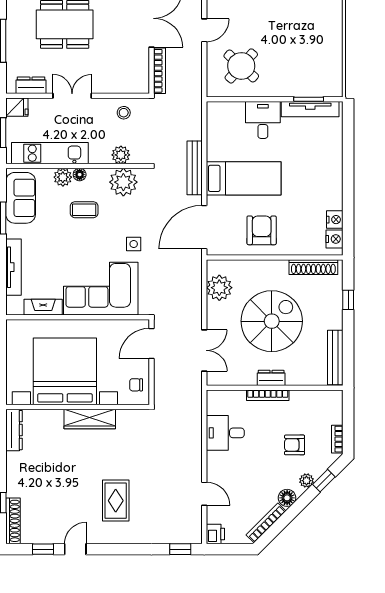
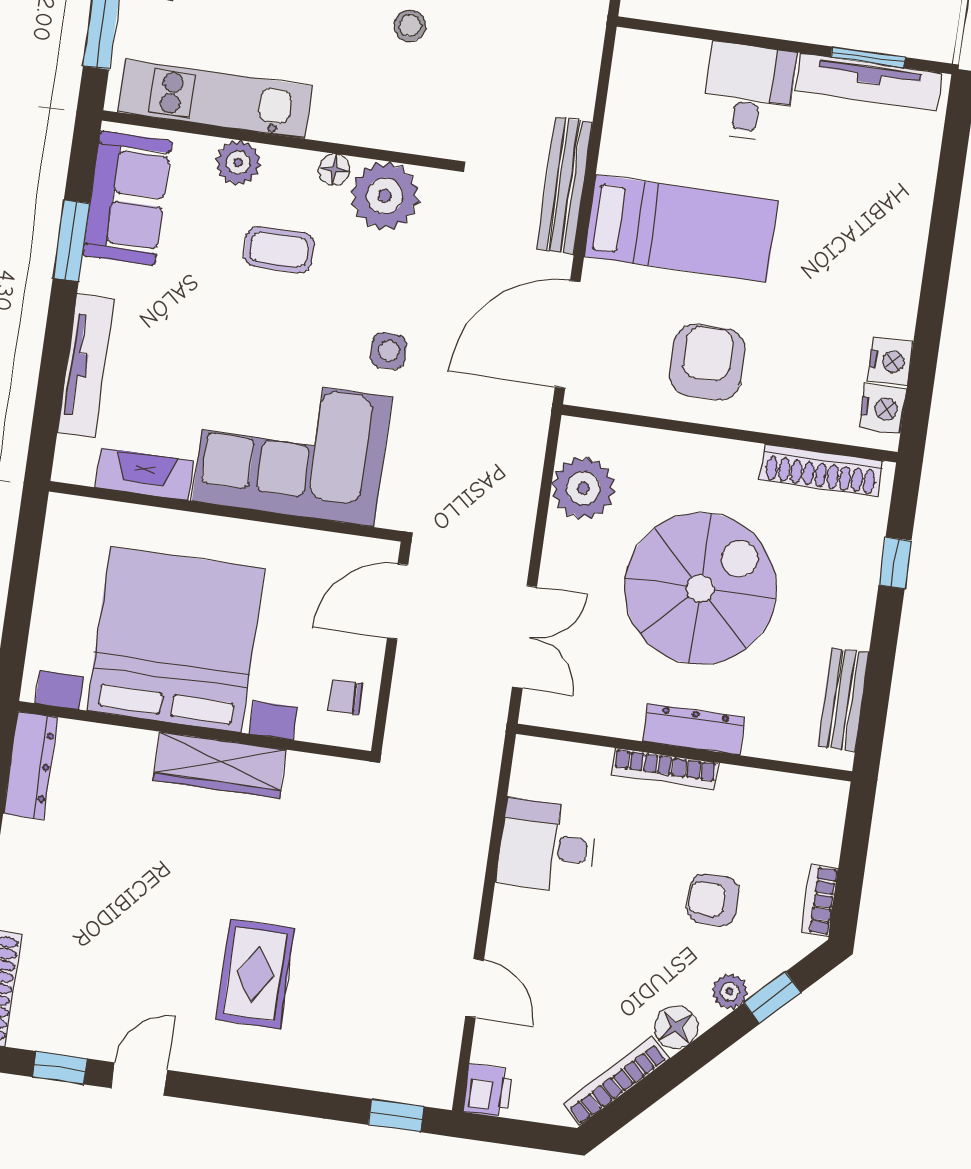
plant: (121, 155) -> (388, 128), removed
floor lamp: (80, 175) -> (334, 169), moved
bench: (335, 357) -> (843, 700), width x0.73
dresser: (271, 378) -> (694, 729), width x1.44

